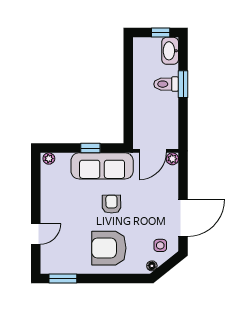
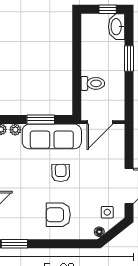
toilet: (166, 84) -> (93, 83), moved, turned 180
window: (90, 148) -> (41, 119), width x1.50
plant: (172, 159) -> (15, 130), moved
armchair: (109, 248) -> (58, 215), width x0.73, depth x0.73

